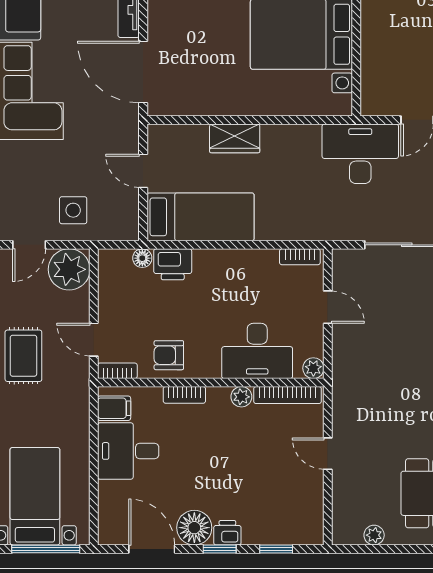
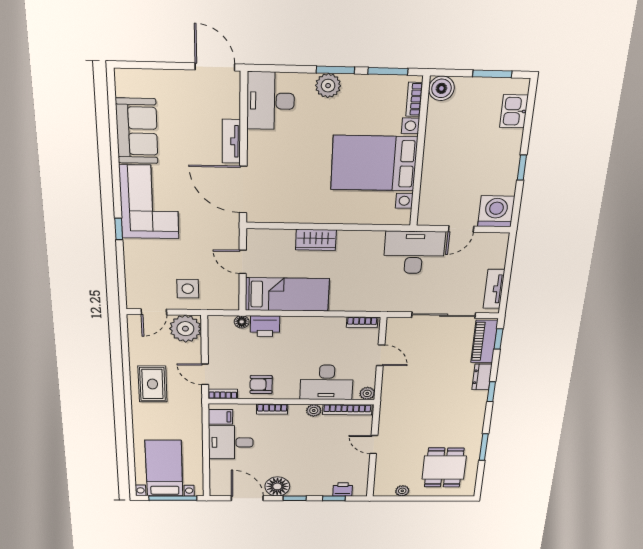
printer: (227, 533) -> (343, 489), moved

